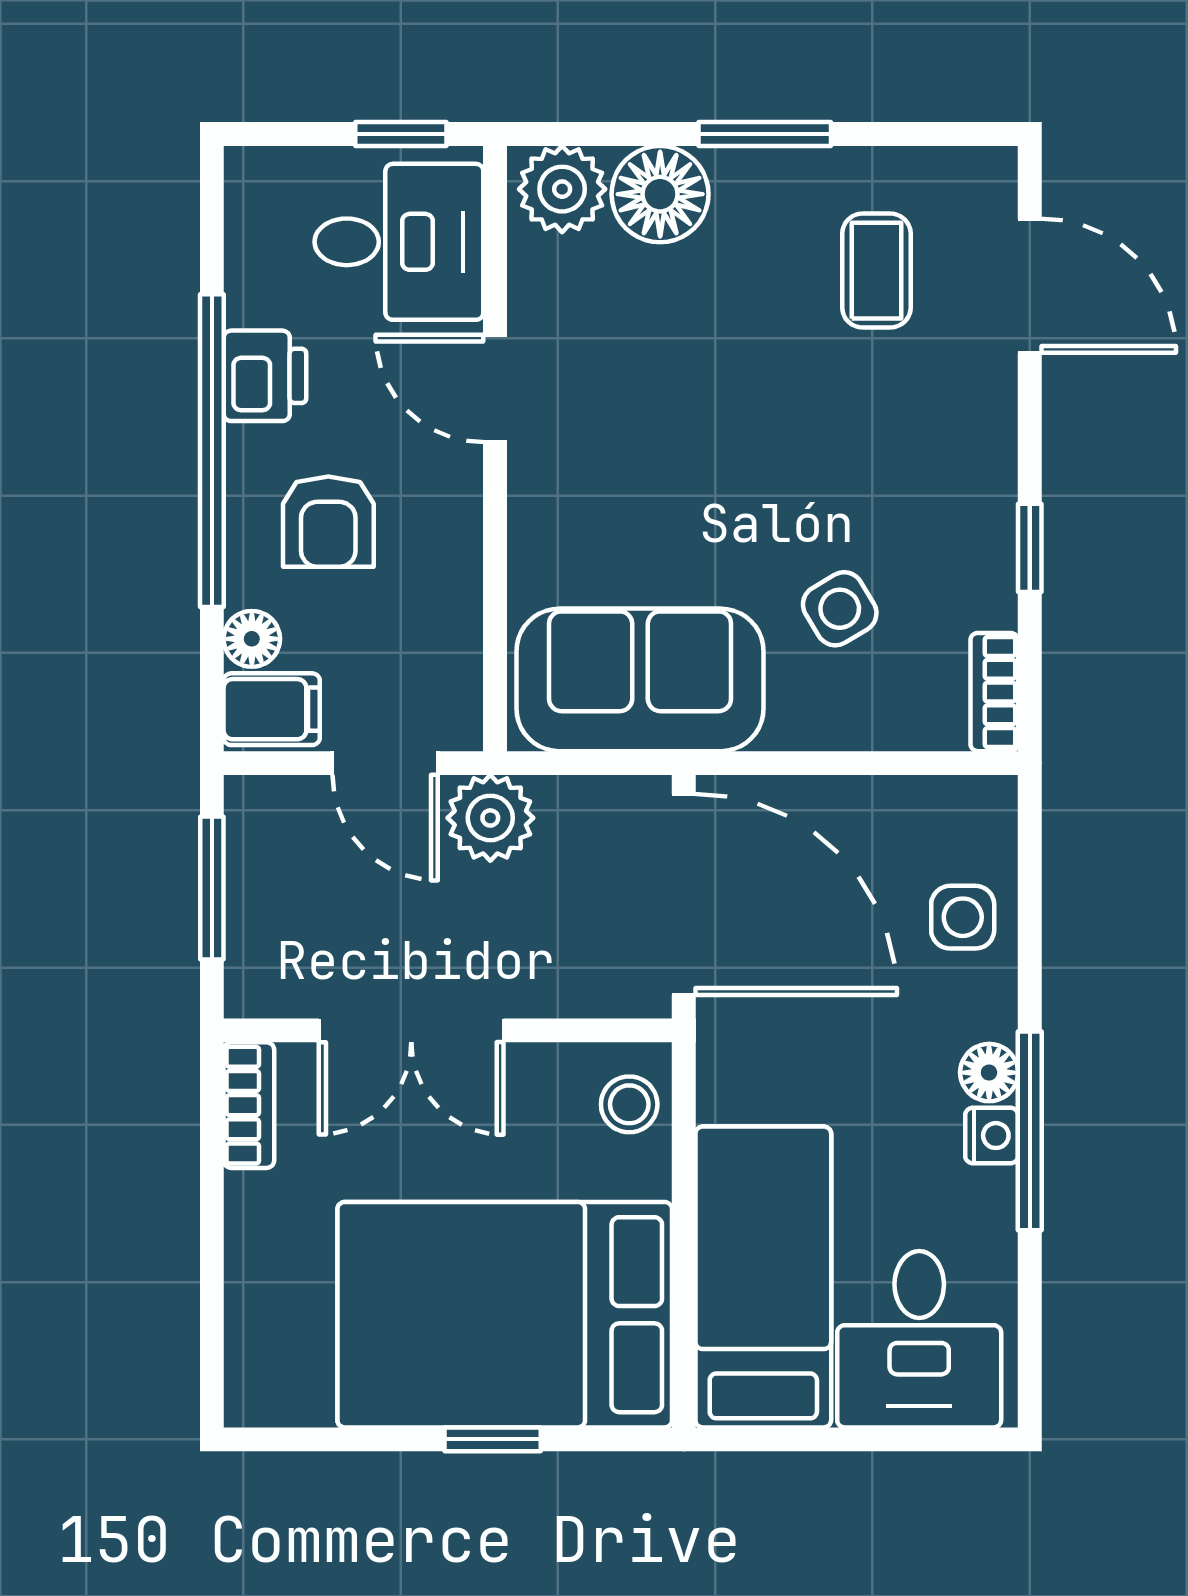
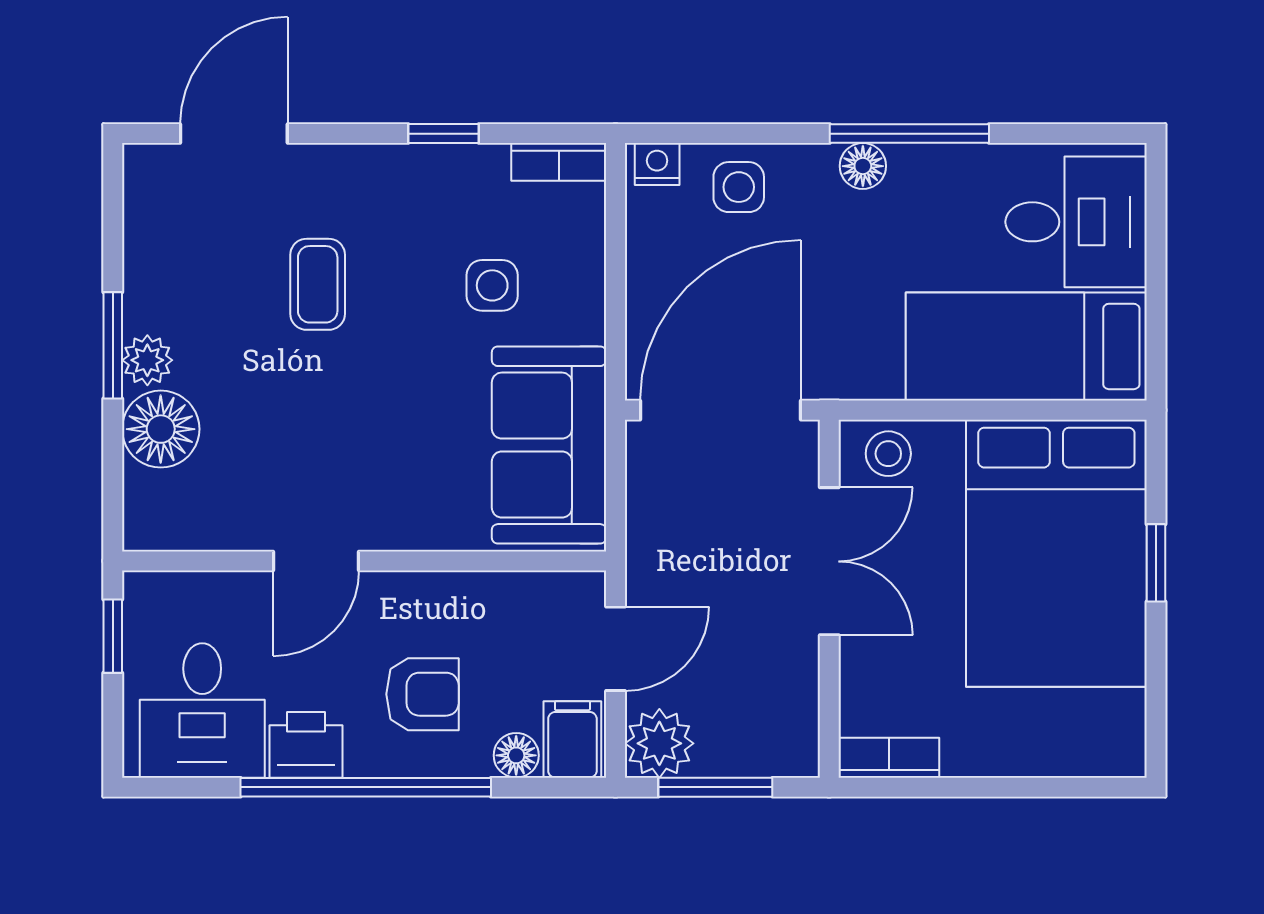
plant: (562, 189) -> (147, 360), moved, width x0.73, depth x0.73
desk: (399, 242) -> (202, 710), moved, turned 180
coffee table: (876, 271) -> (318, 284), moved, turned 90
side table: (840, 609) -> (492, 285), turned 31
plant: (490, 818) -> (659, 743), moved
double door: (411, 1030) -> (829, 561), moved
nightstand: (992, 1136) -> (657, 164), moved

